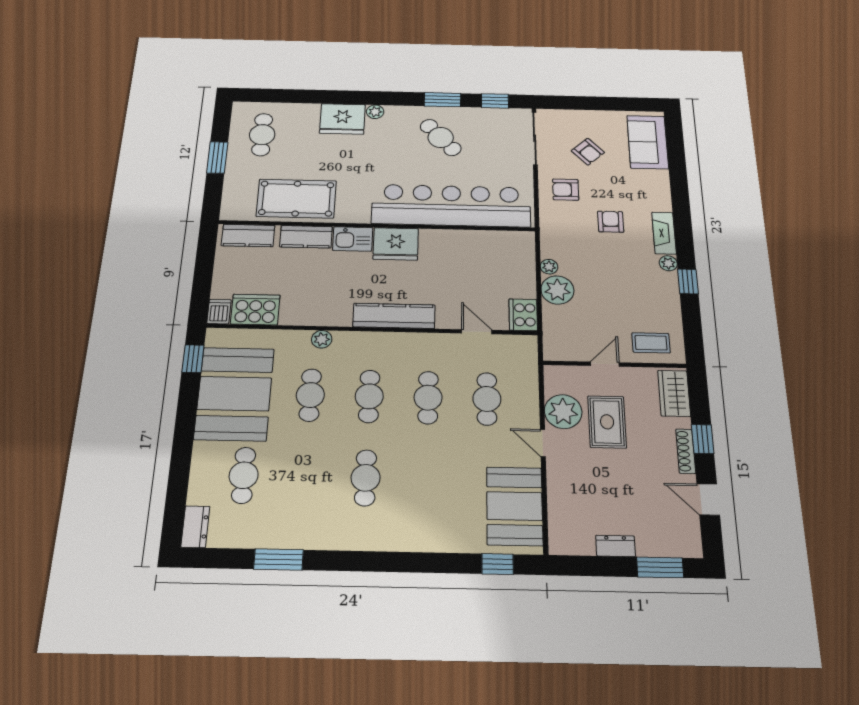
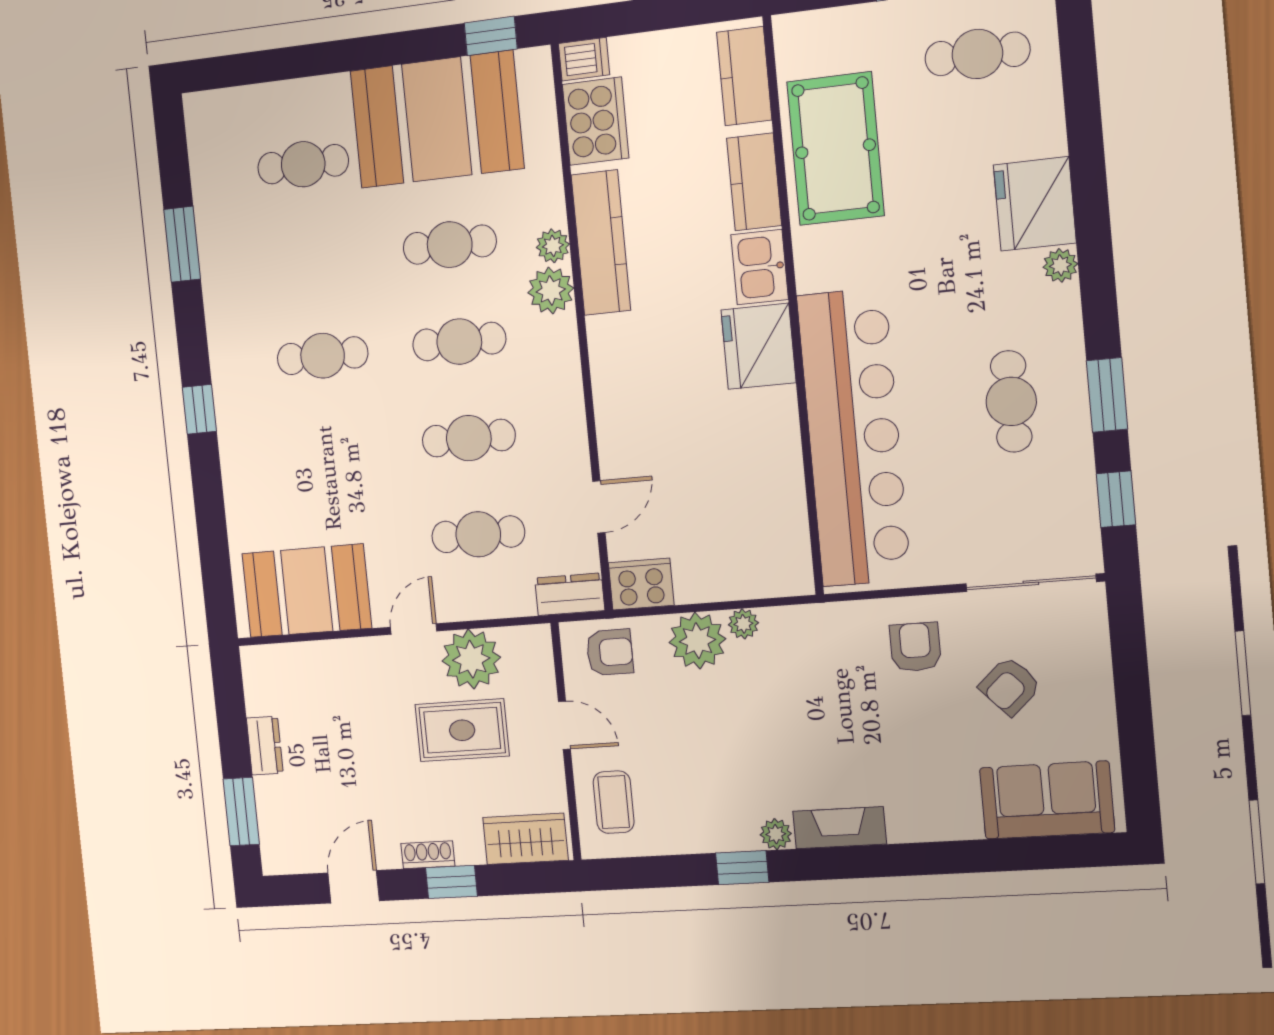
cafe table: (441, 137) -> (1011, 401), turned -49
armchair: (611, 222) -> (610, 652), moved
kitchen counter: (394, 316) -> (601, 243), moved
plant: (347, 343) -> (551, 290), added
shoe rack: (686, 451) -> (428, 855), width x0.70
dresser: (195, 527) -> (570, 594), moved, turned 180
window: (498, 564) -> (199, 409), moved

